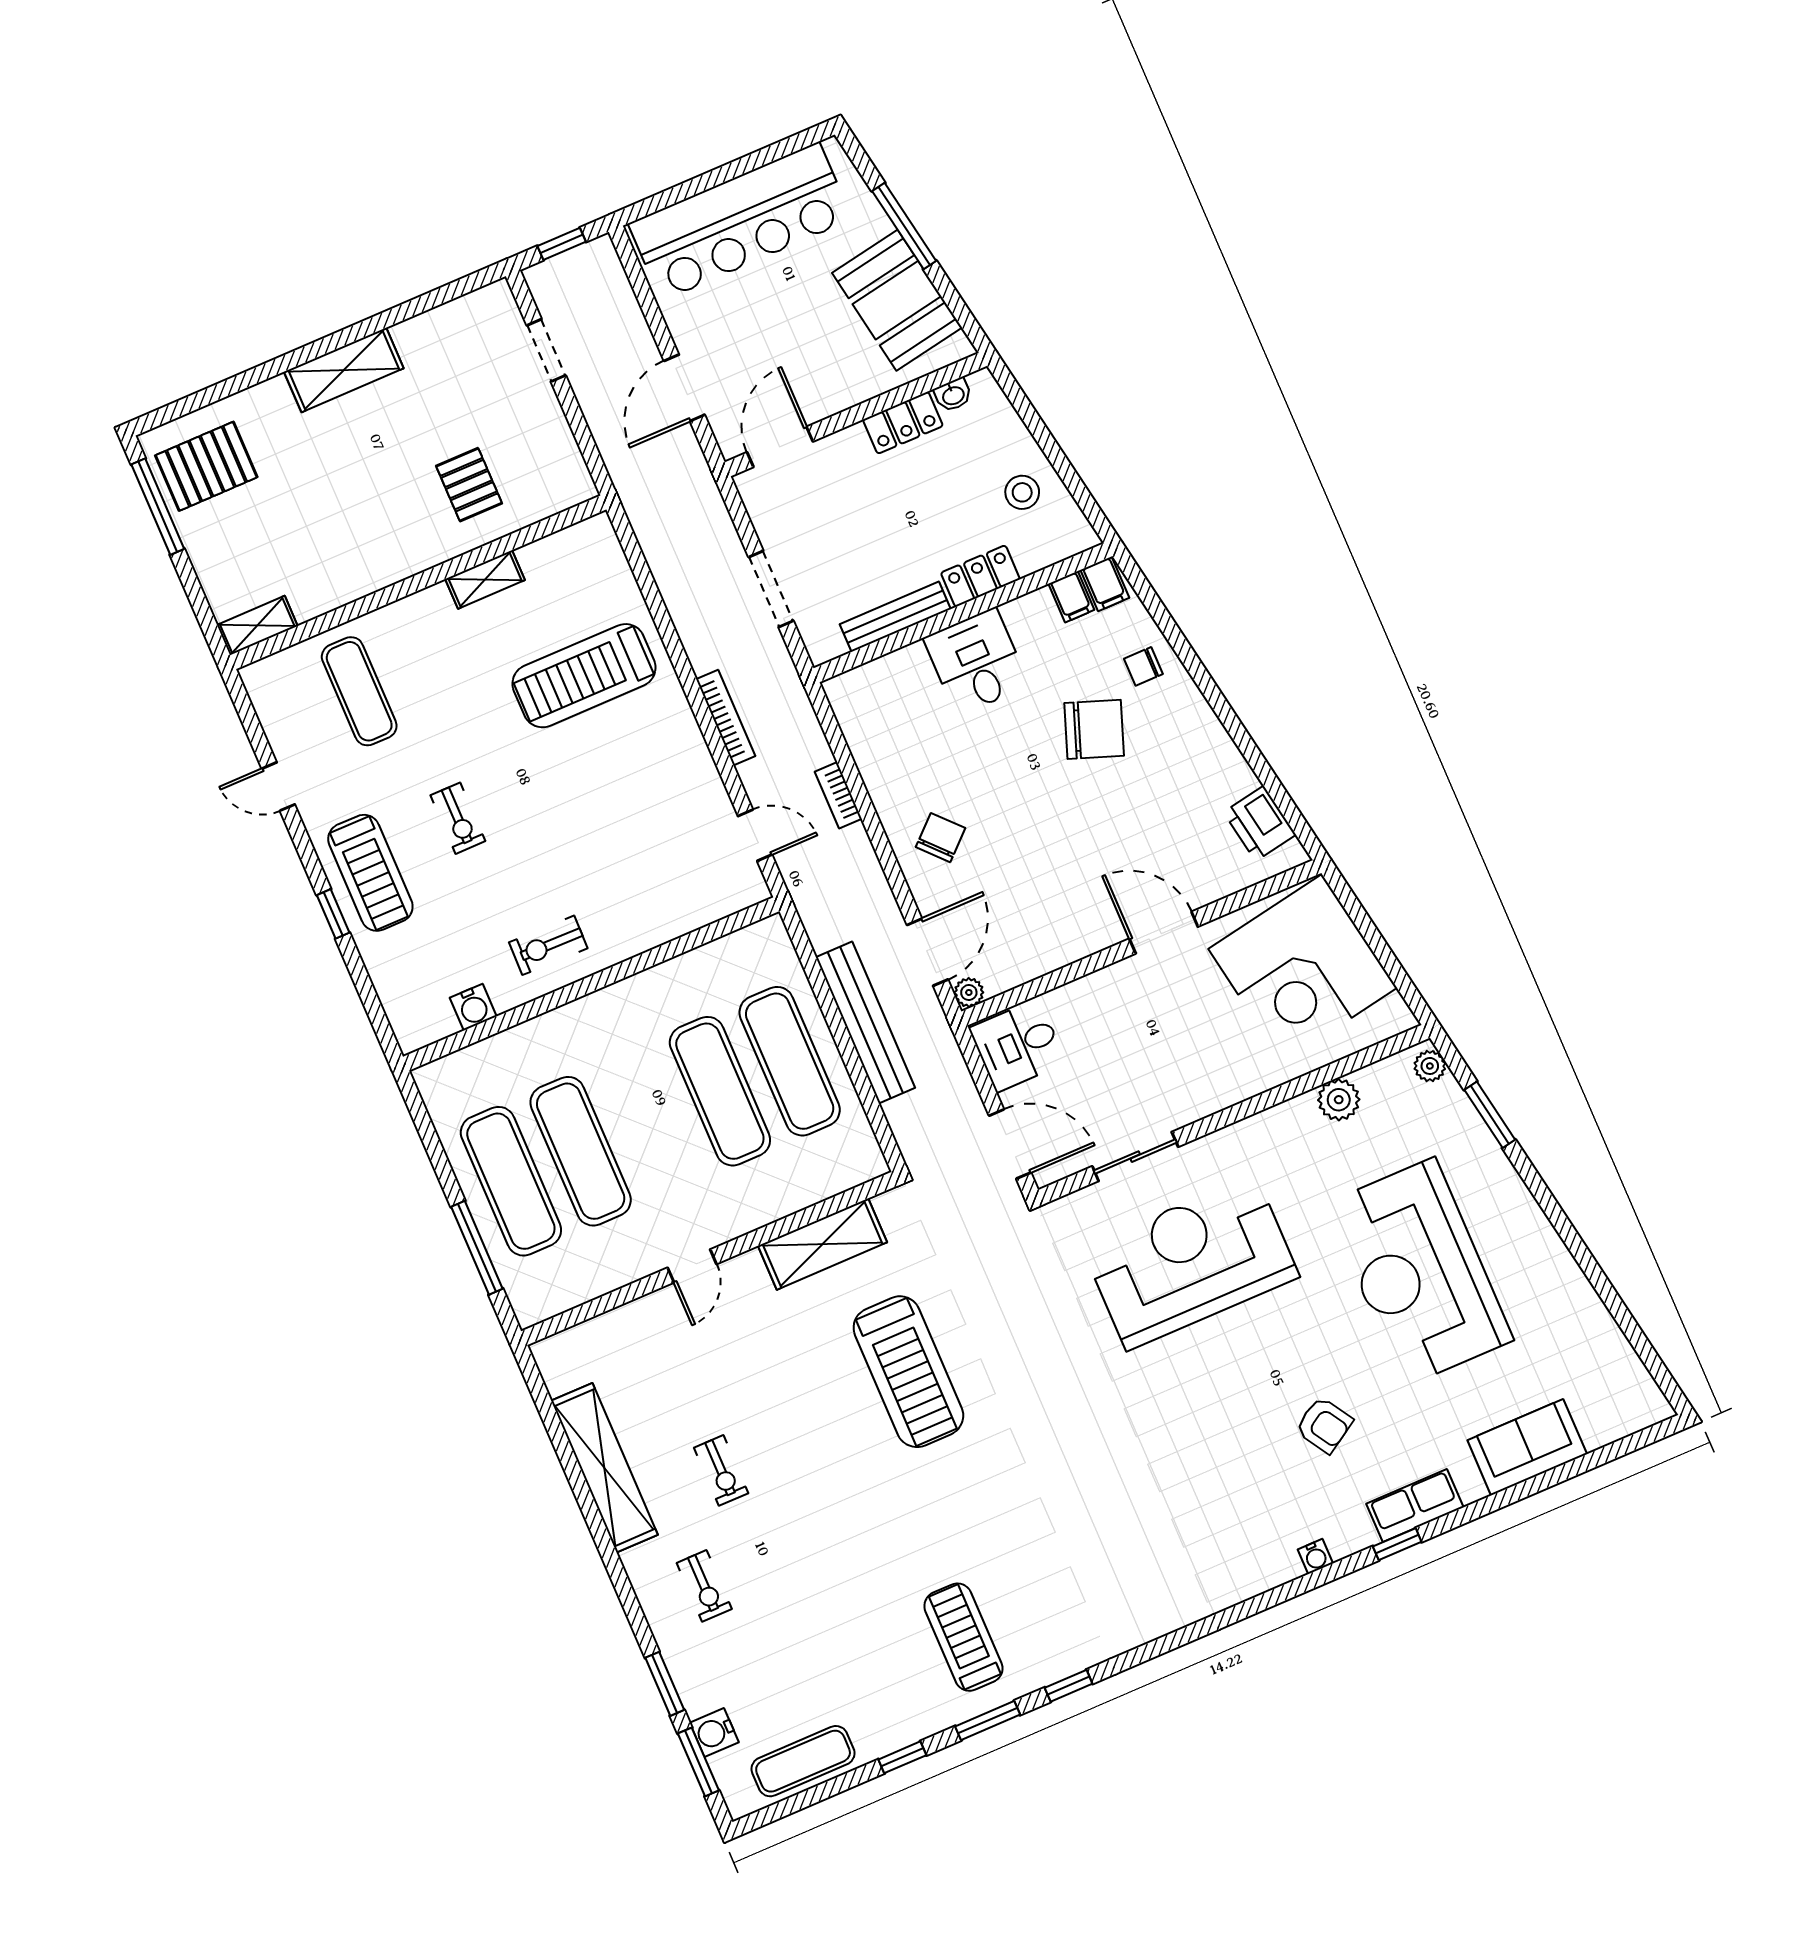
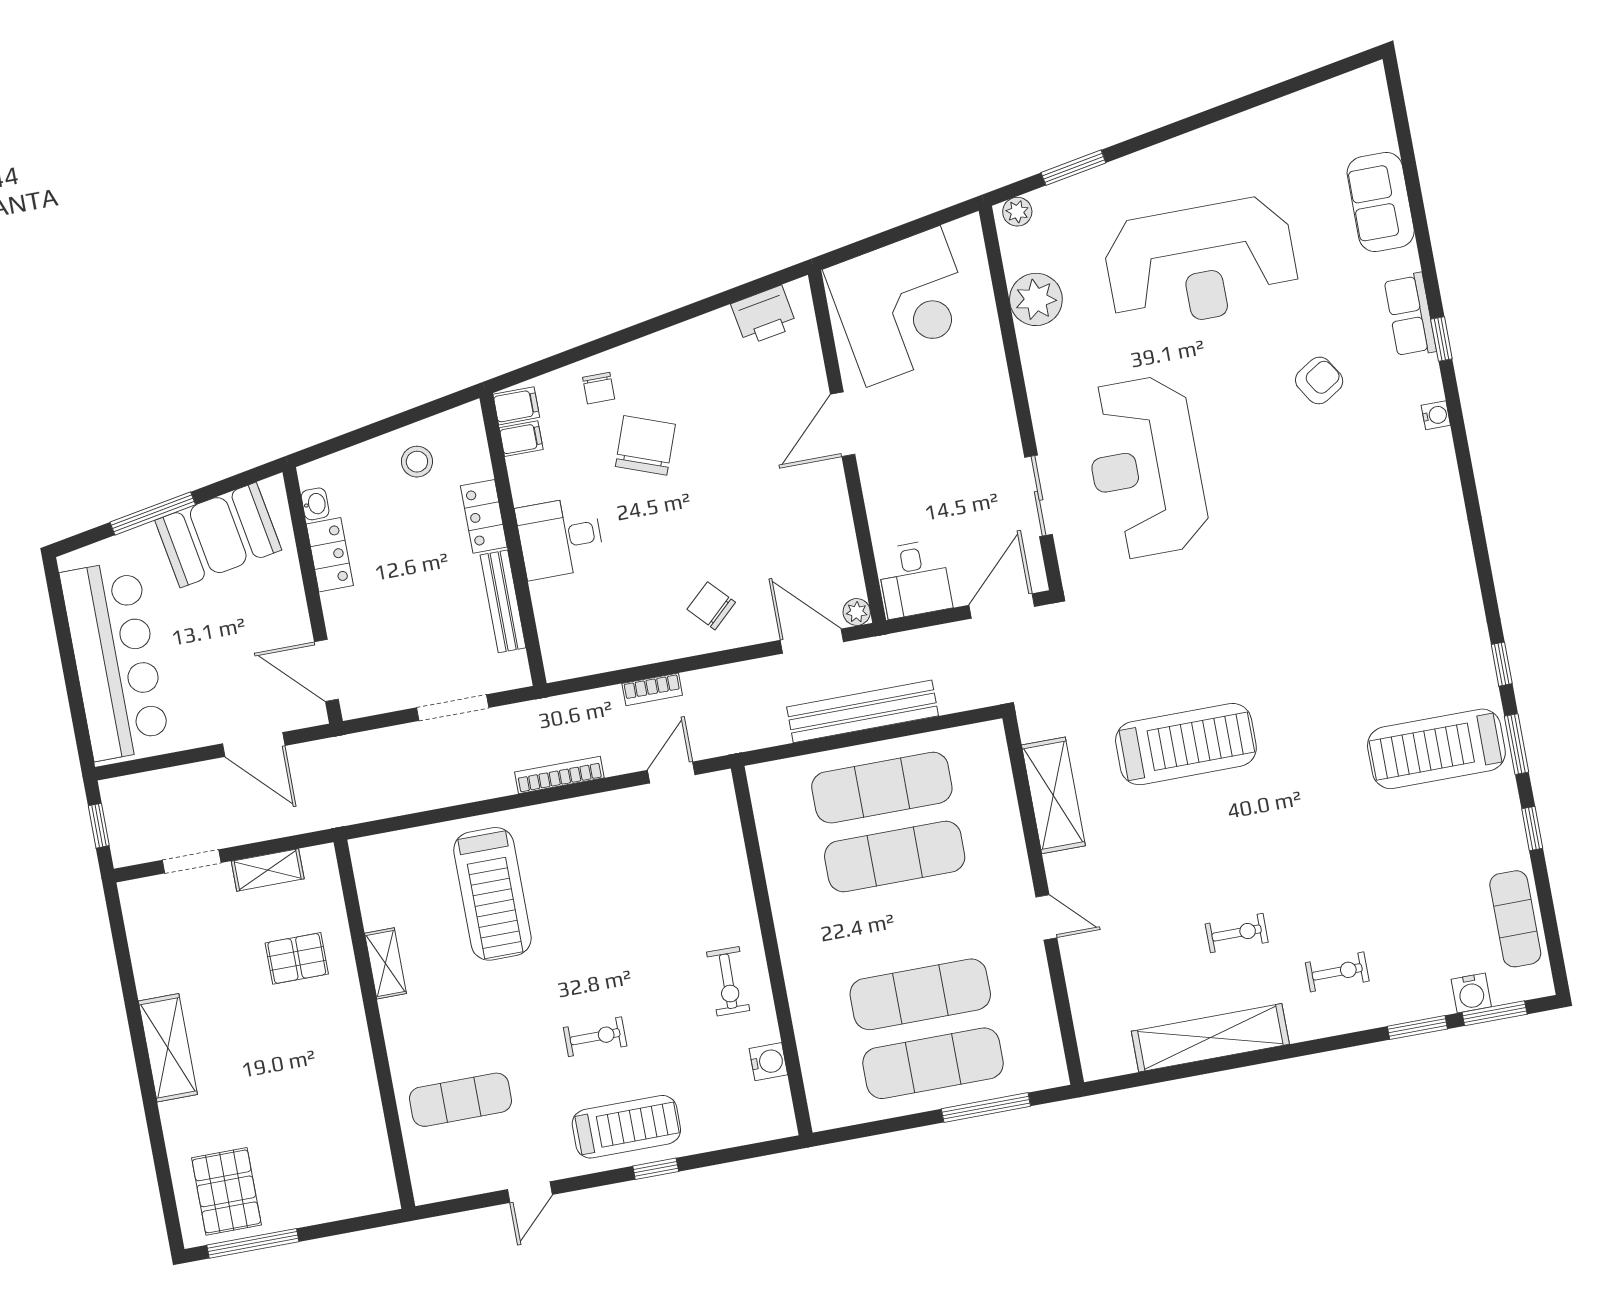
shelving: (257, 625) -> (268, 870), moved, turned 90
plant: (1339, 1100) -> (1036, 299), width x1.36, depth x1.36
treadmill: (963, 1637) -> (1436, 749), width x1.37, depth x1.38

